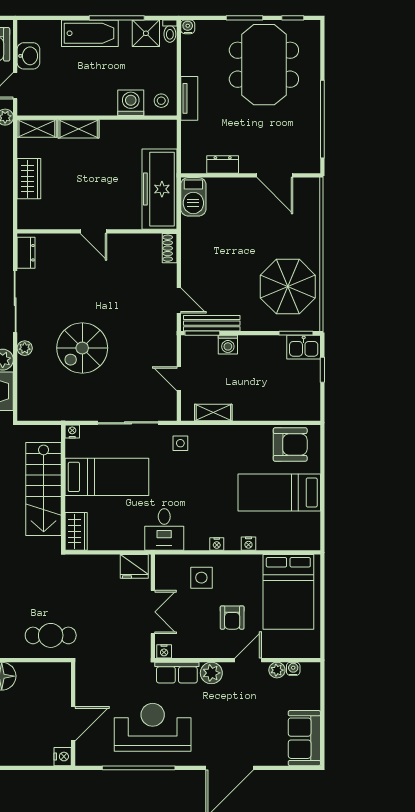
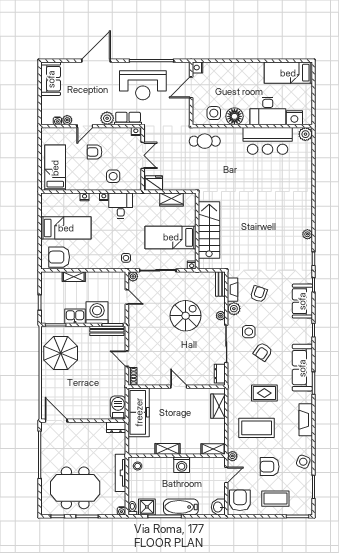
washbasin: (28, 56) -> (218, 507), moved
meeting table: (264, 65) -> (75, 488), turned 90
tv unit: (189, 98) -> (121, 473), width x1.41
washing machine: (131, 103) -> (182, 465), moved
shelving: (79, 129) -> (168, 449), moved
dresser: (223, 165) -> (116, 427), moved
door: (275, 175) -> (56, 421), moved
wardrobe: (29, 179) -> (218, 406), moved
door: (179, 301) -> (127, 359), moved
washing machine: (228, 345) -> (97, 313), width x1.89, depth x1.89
kitchen sink: (304, 347) -> (75, 316), moved
bench: (25, 400) -> (220, 284), added
shelving: (213, 412) -> (74, 277), moved
plant: (169, 413) -> (133, 276), added
desk: (164, 529) -> (121, 205), moved
wardrobe: (76, 531) -> (172, 199), moved, turned -90
bed: (288, 592) -> (55, 168), width x0.67
double door: (153, 612) -> (143, 155), swing flipped
armchair: (232, 618) -> (94, 152), turned -90
side table: (36, 682) -> (214, 113), added

